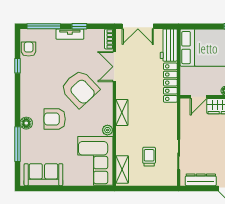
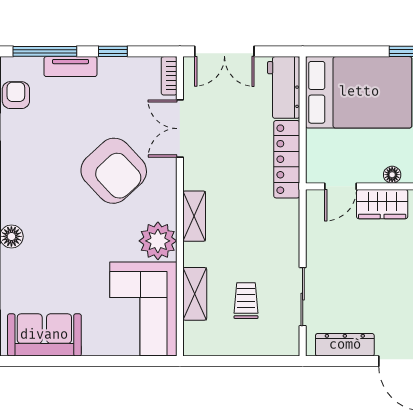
tv unit: (70, 34) -> (70, 67), moved
armchair: (55, 119) -> (66, 229), removed
plant: (107, 130) -> (158, 241), width x1.87, depth x1.87
shelving: (122, 169) -> (195, 294), moved

